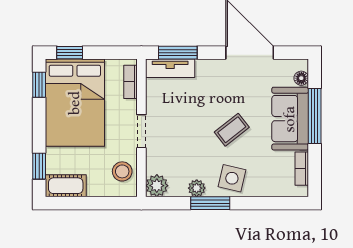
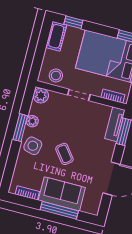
floor lamp: (301, 78) -> (86, 208), removed

